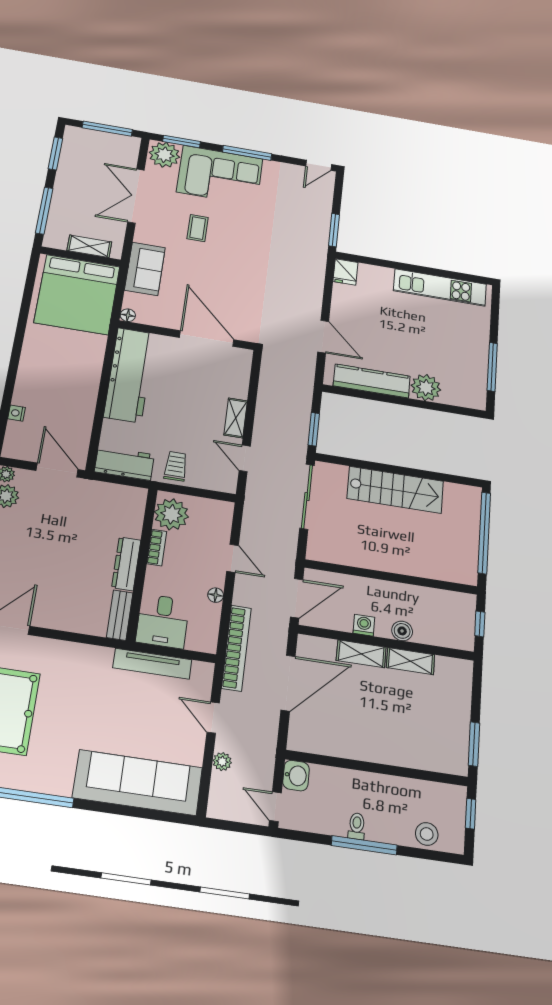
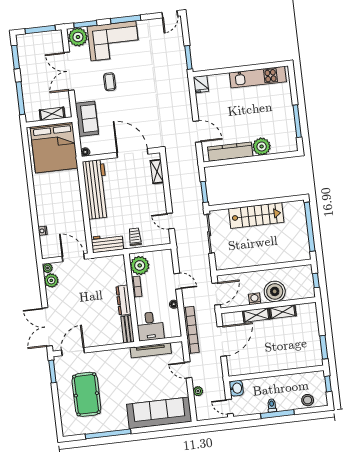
shelving: (236, 418) -> (157, 171), moved
boiler: (402, 631) -> (275, 291), width x1.86, depth x1.86

